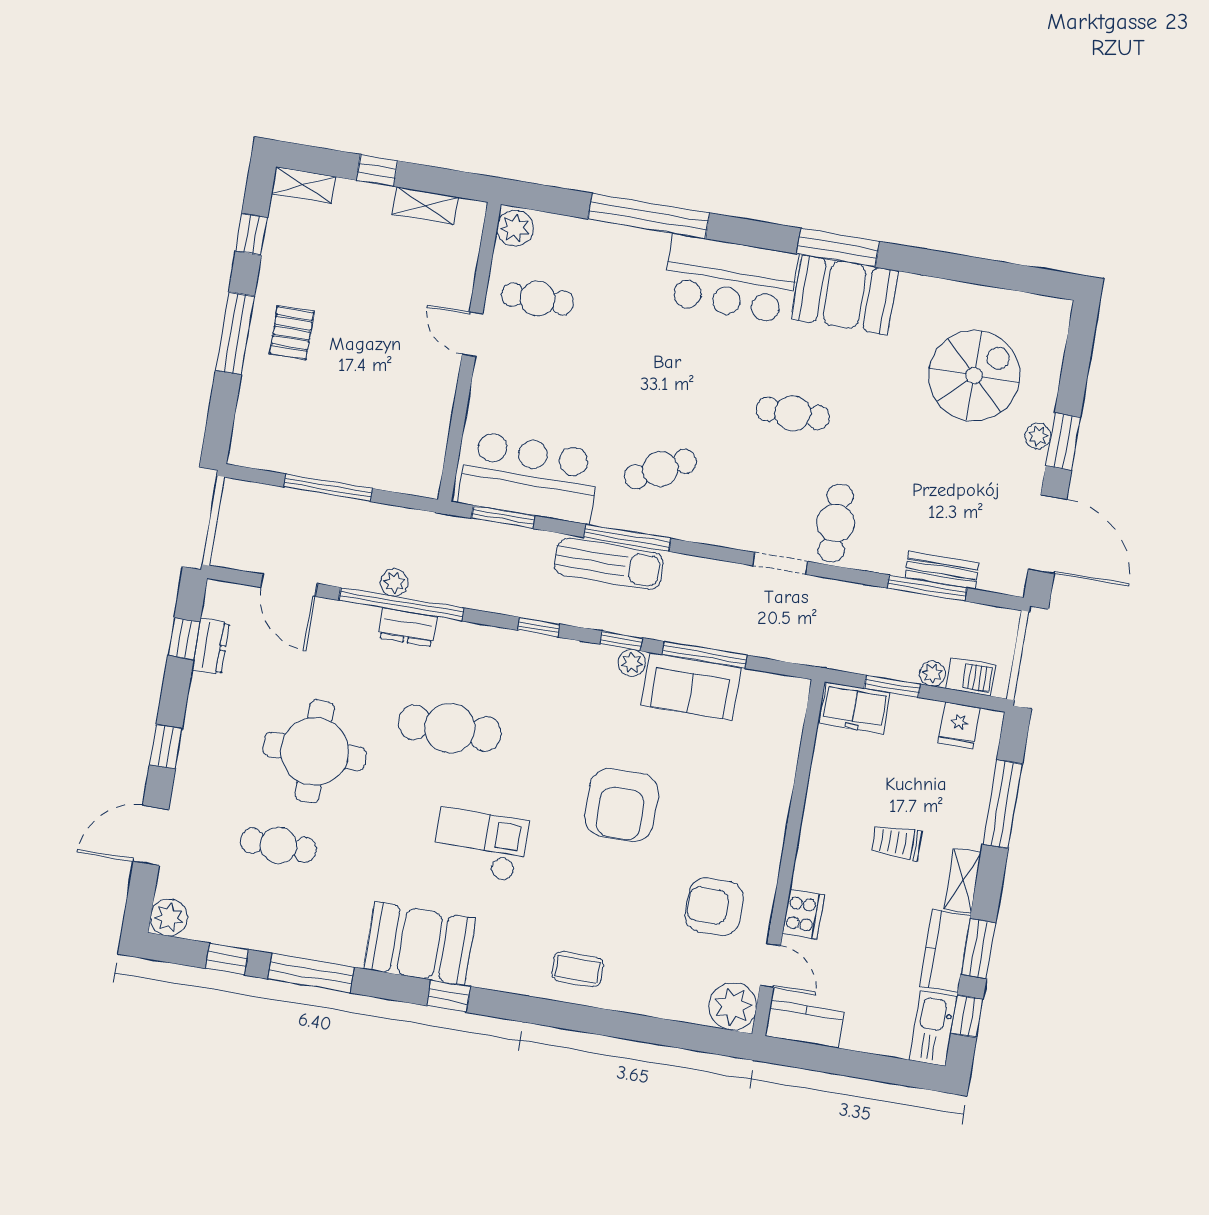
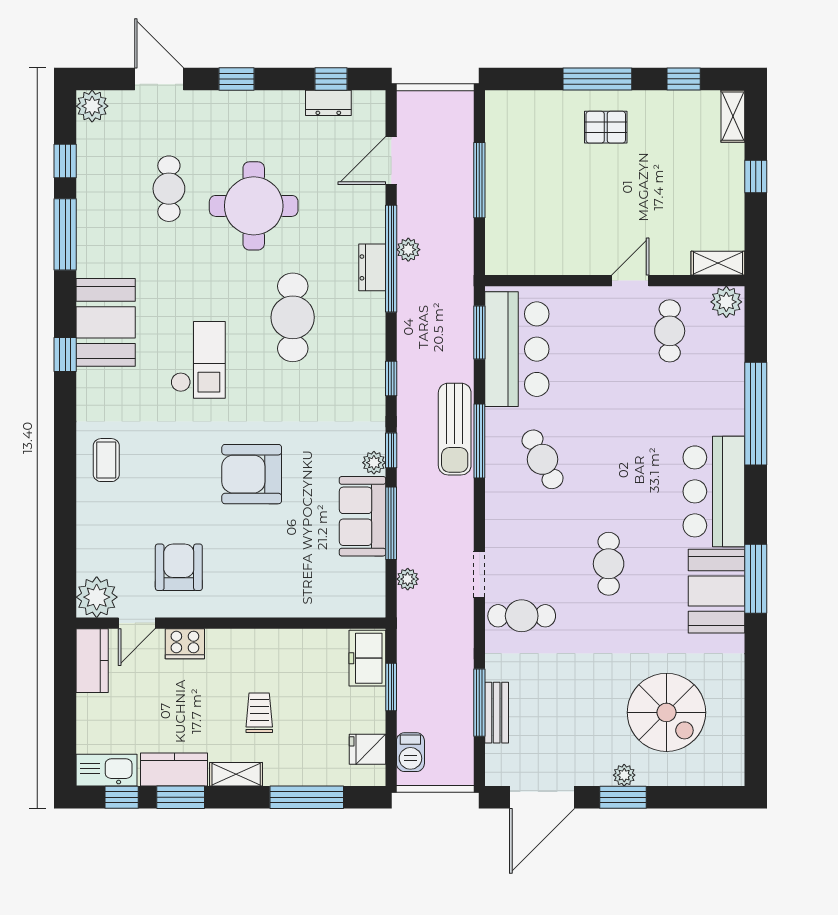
shelving: (425, 206) -> (718, 263), moved, turned 90
plant: (932, 674) -> (408, 579), moved

